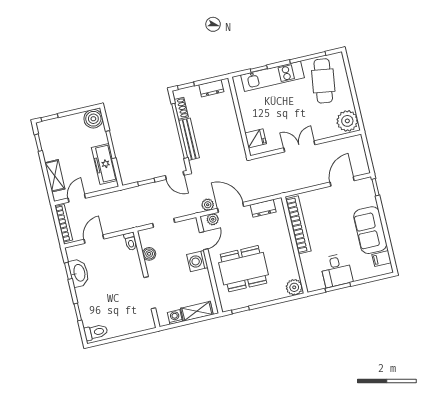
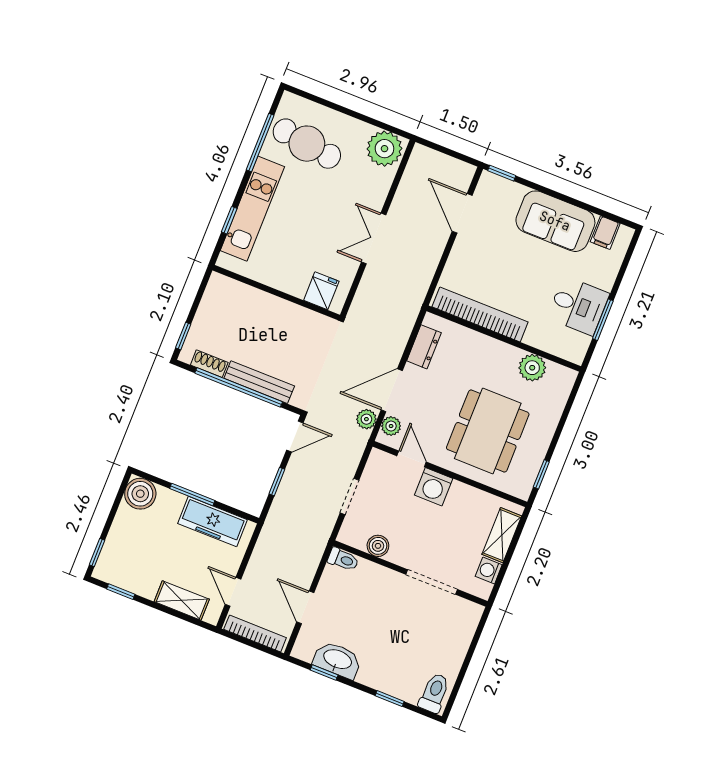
dresser: (211, 88) -> (211, 303), removed
plant: (294, 287) -> (532, 368), moved

